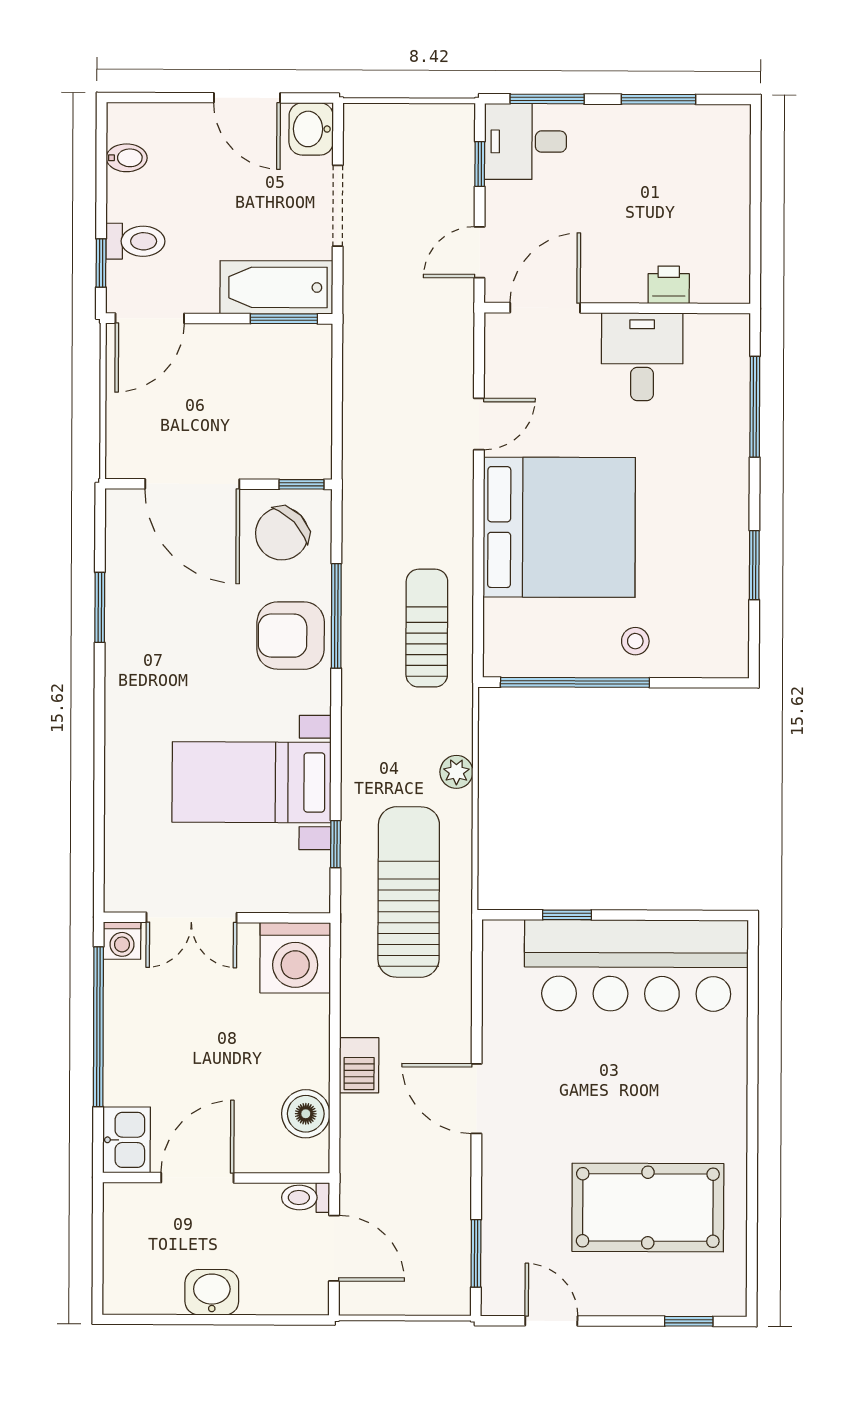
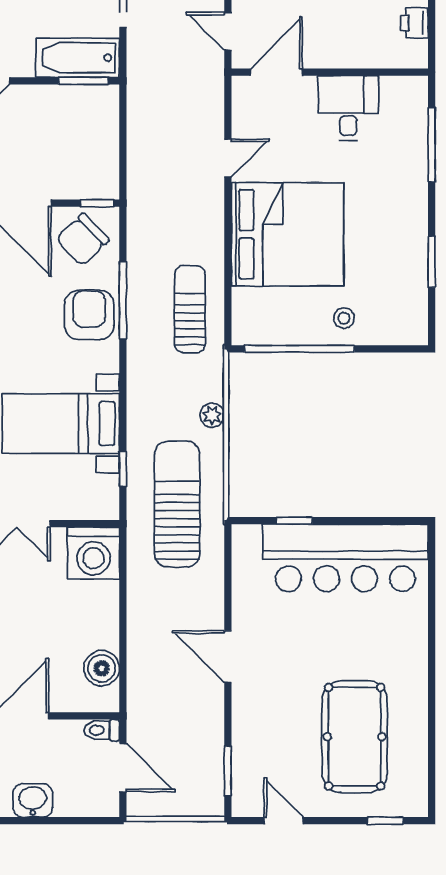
door: (479, 252) -> (228, 31), hinge flipped
printer: (669, 285) -> (414, 23), moved, turned -90
armchair: (291, 636) -> (89, 315), turned 90
barbecue: (359, 1065) -> (141, 632), removed
pool table: (648, 1207) -> (355, 737), turned 90

